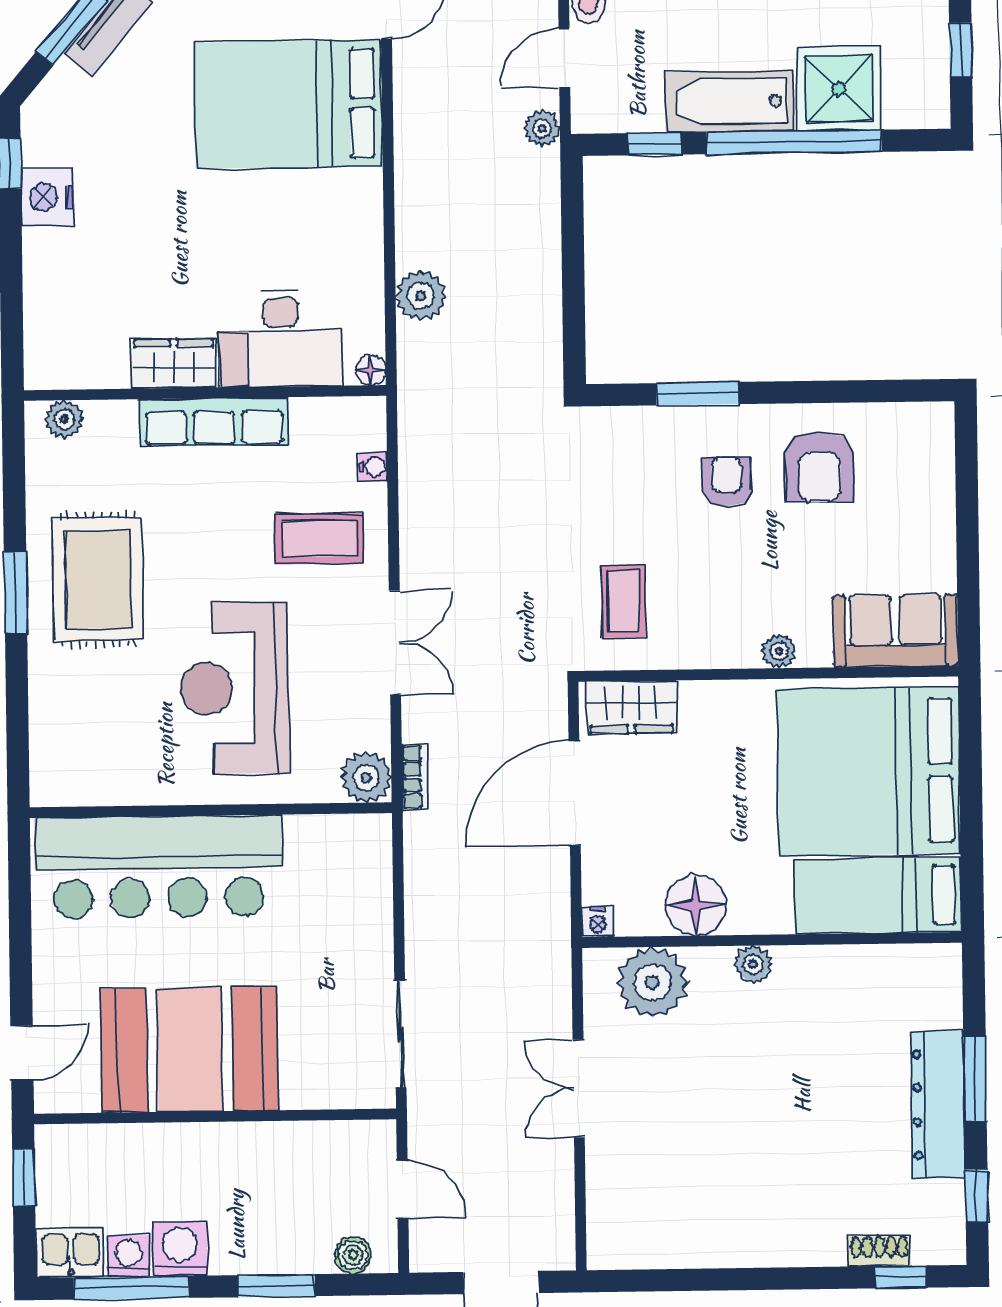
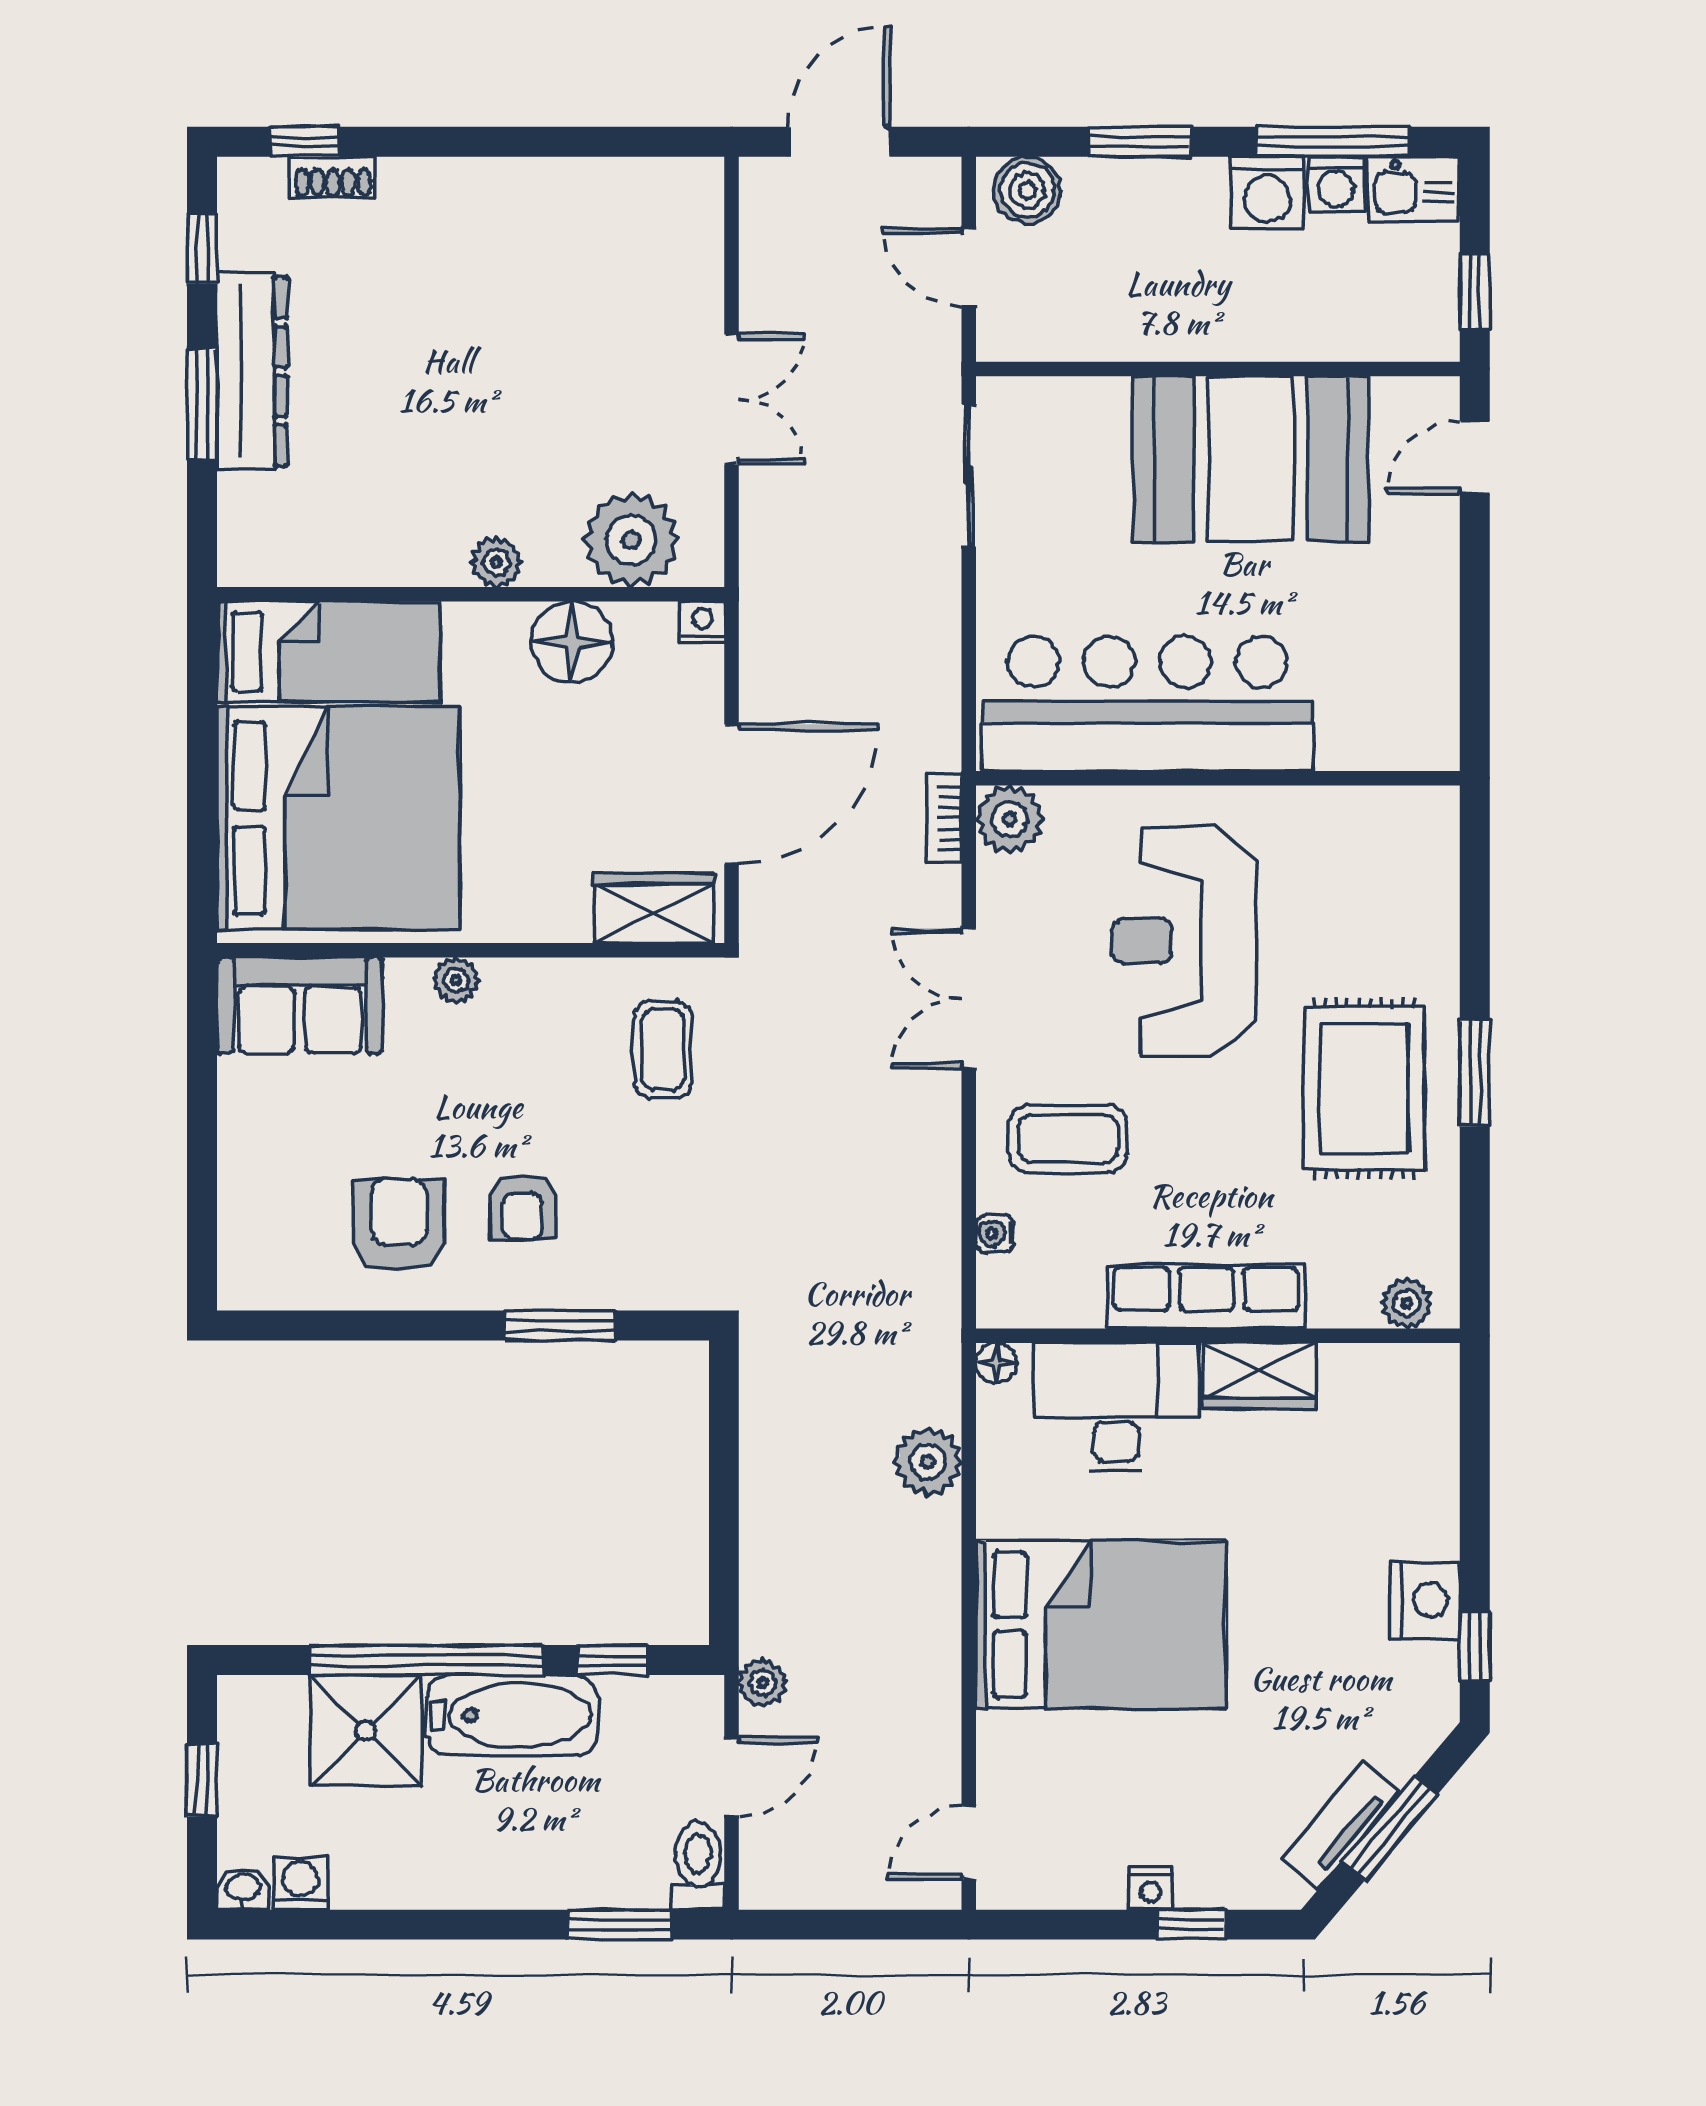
bed: (289, 104) -> (1101, 1625), moved
reception desk: (235, 688) -> (1184, 941), turned 180
bar counter: (158, 867) -> (1147, 704), moved
boiler: (353, 1255) -> (1027, 190), width x1.36, depth x1.36

